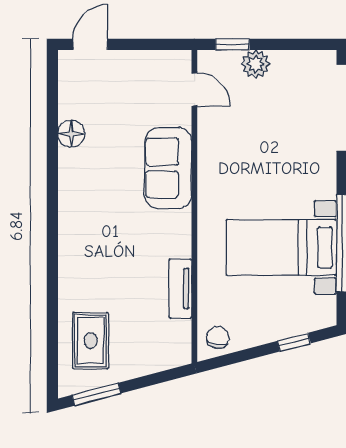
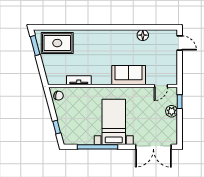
bed with nightstands: (281, 247) -> (114, 122), moved
rug: (91, 341) -> (57, 43), width x1.36, depth x1.43

